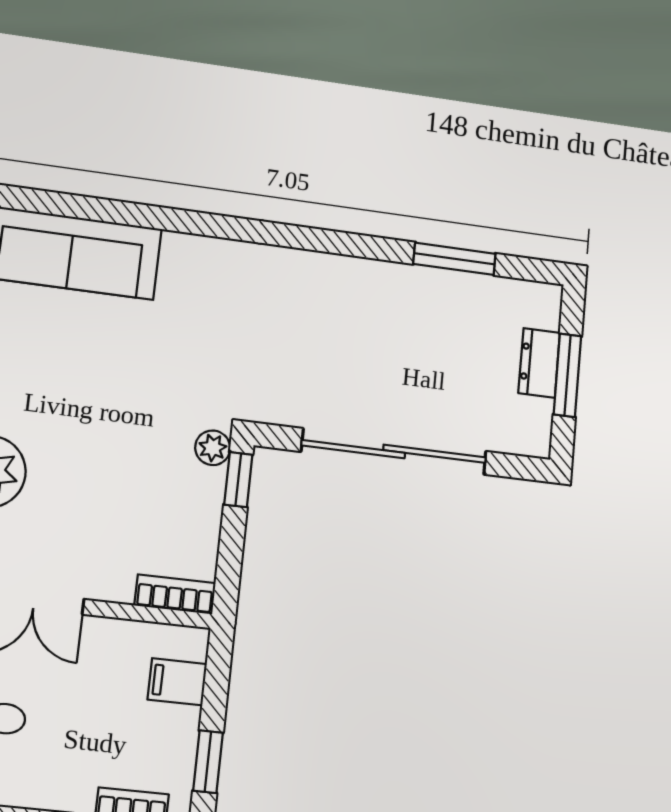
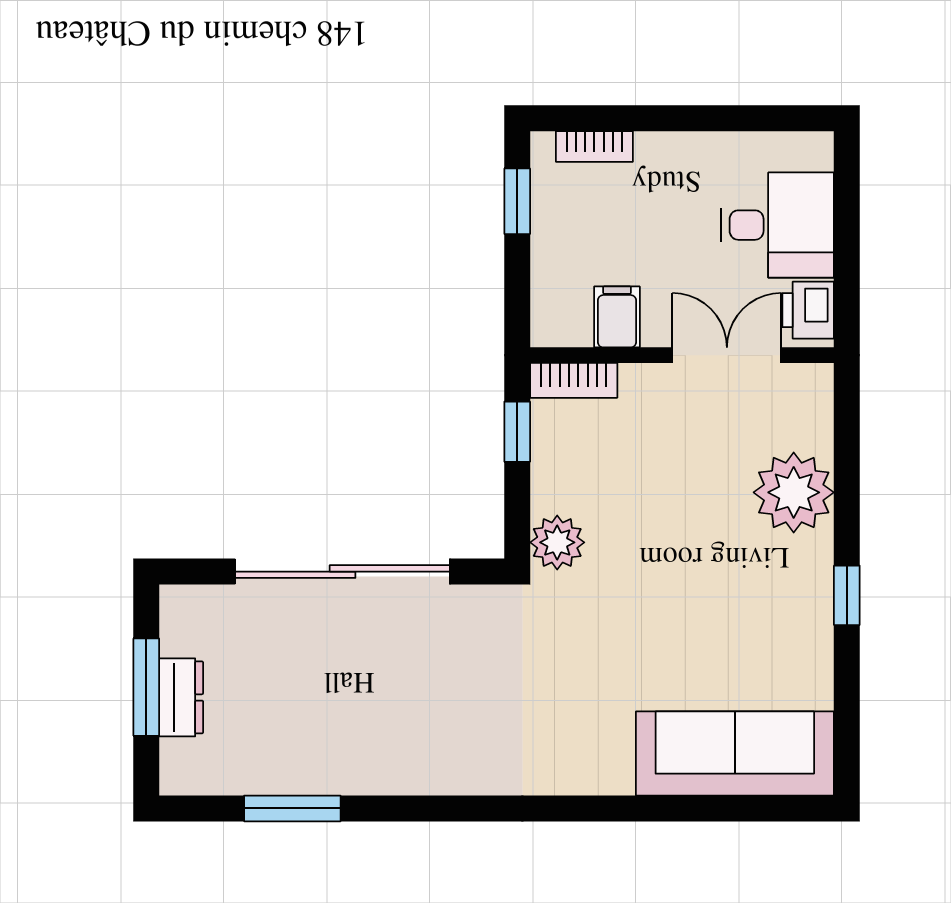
plant: (213, 448) -> (557, 542), width x1.38, depth x1.38
window: (238, 480) -> (517, 432), moved
filing cabinet: (177, 682) -> (617, 317), moved, turned -90

